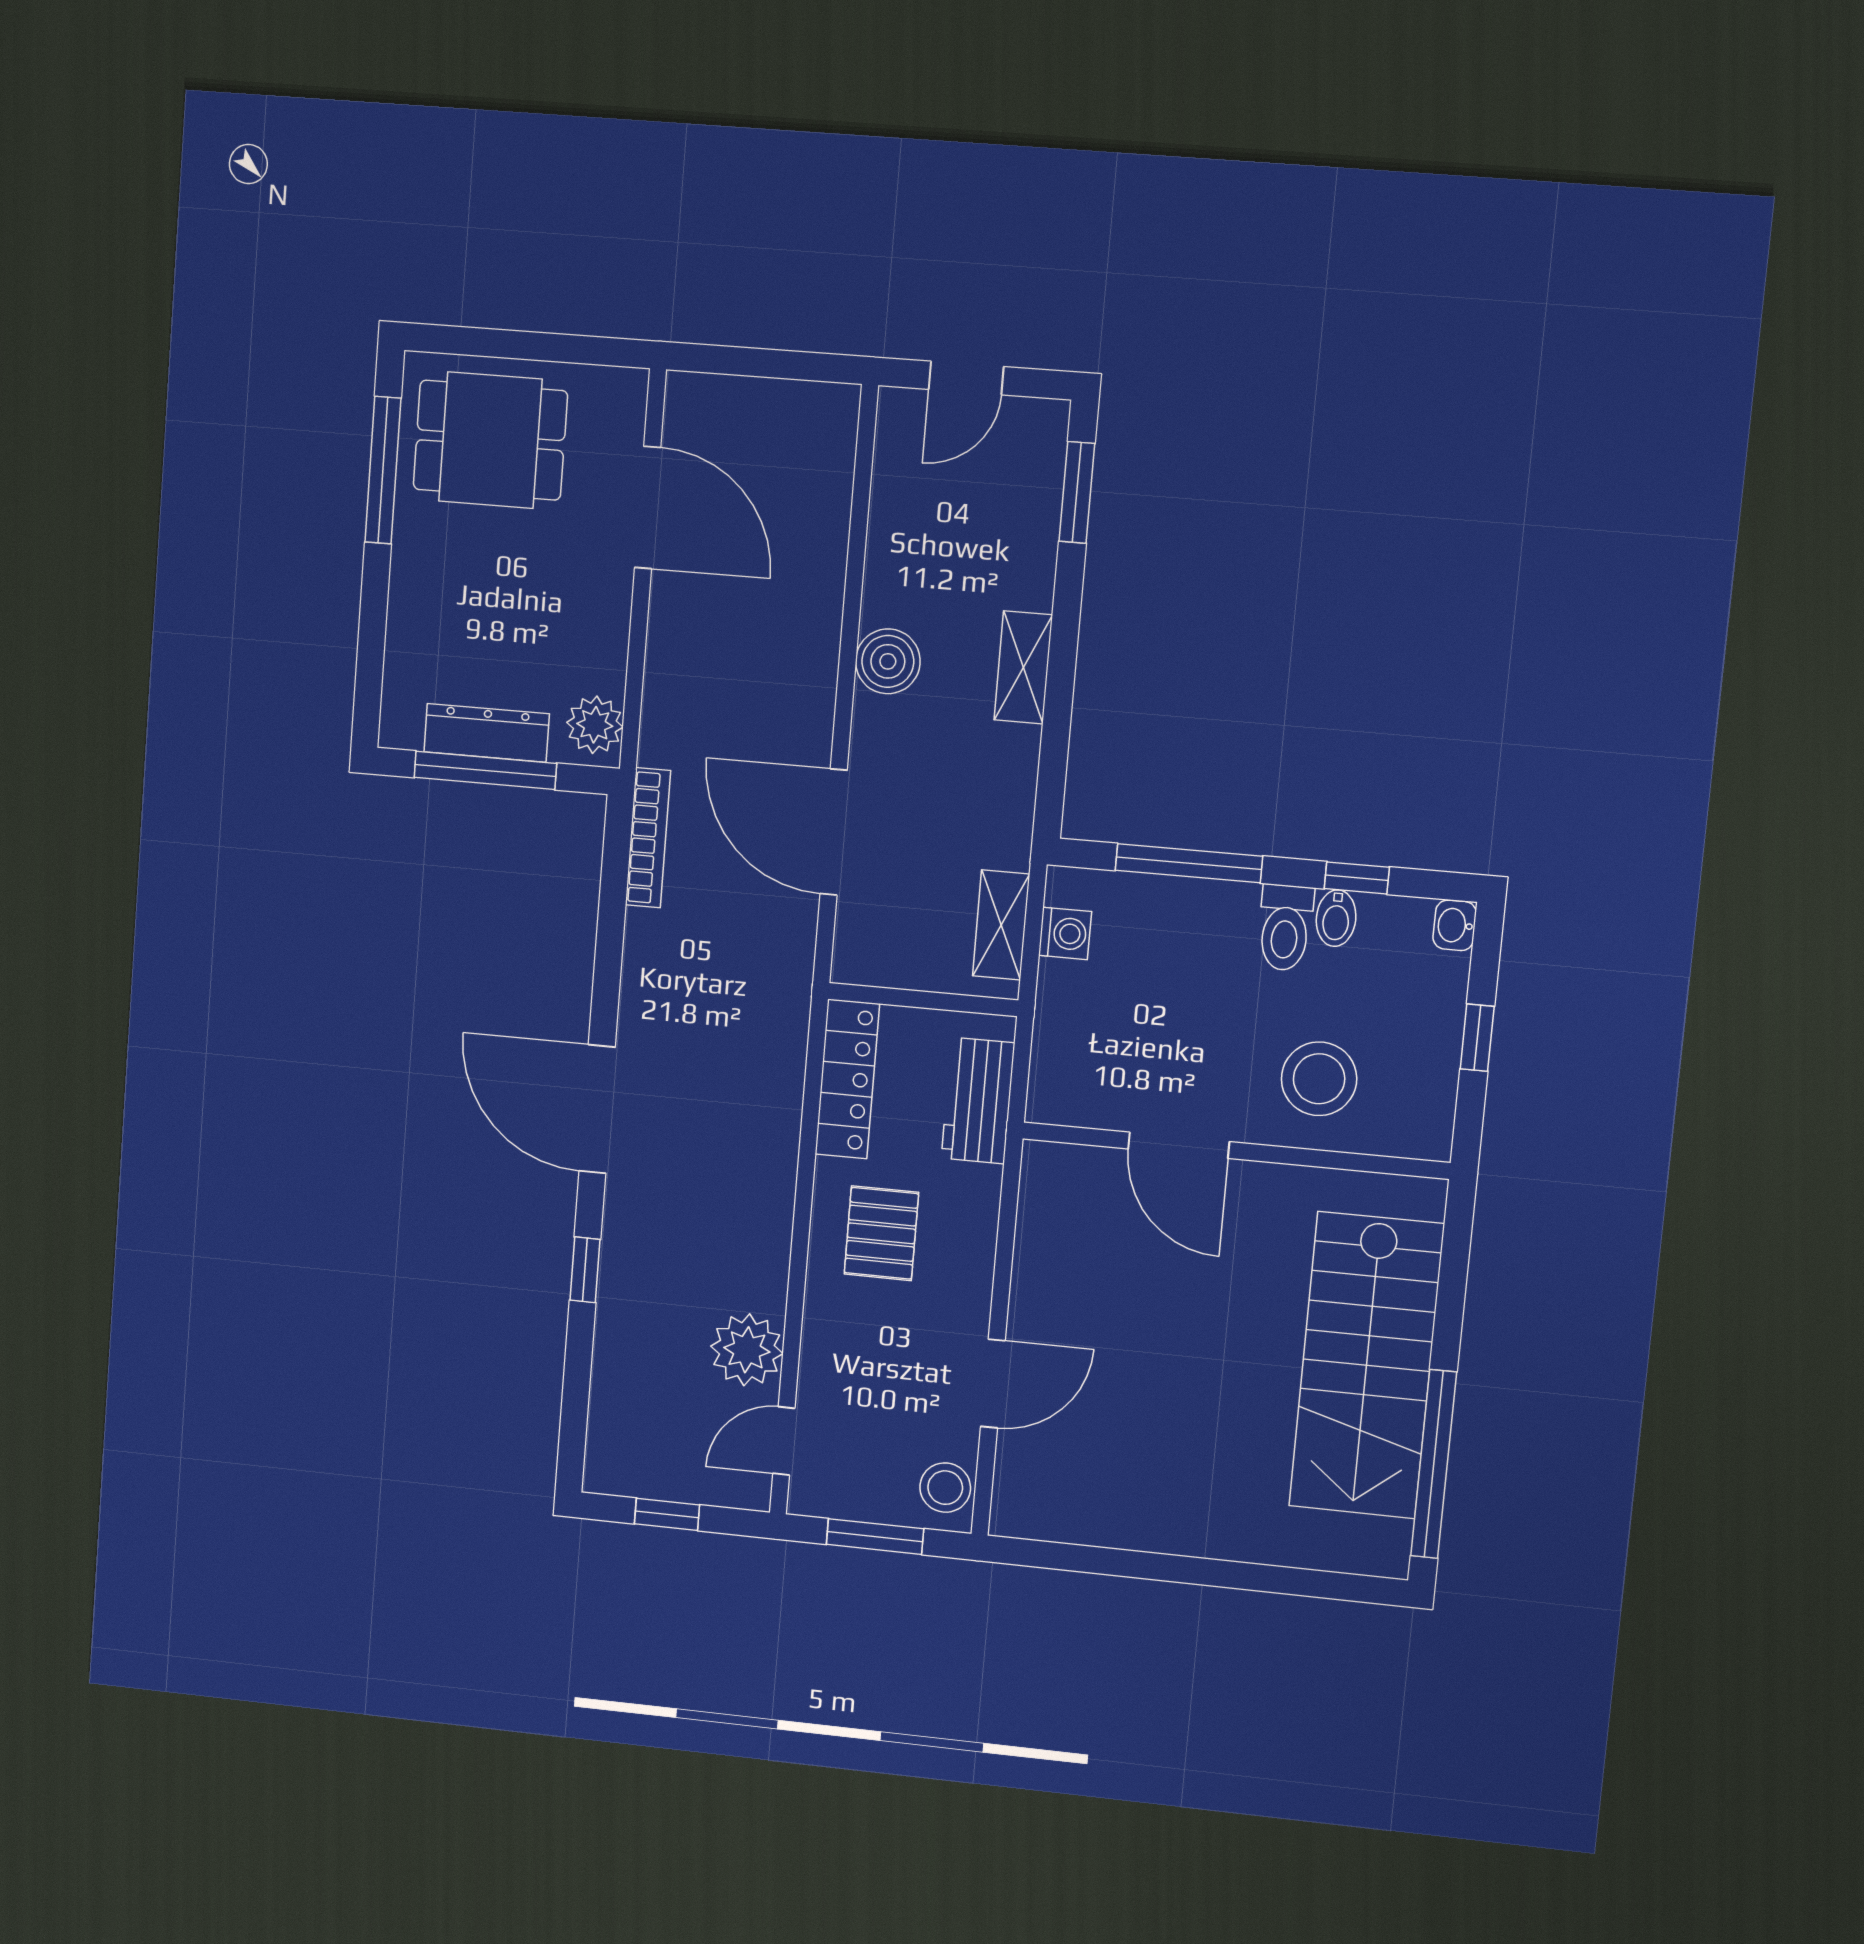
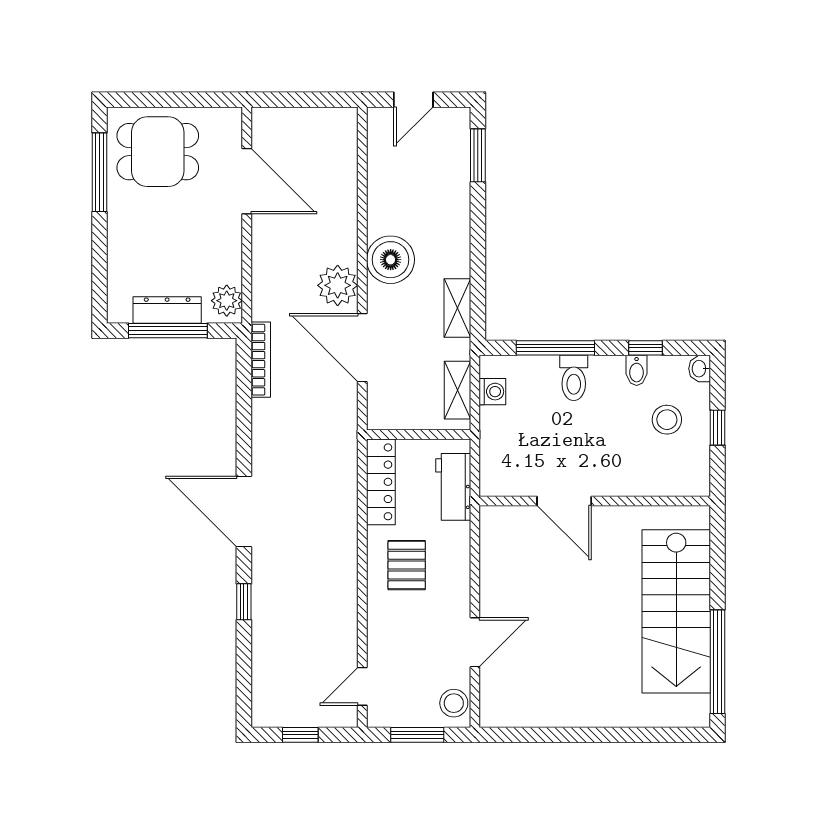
boiler: (888, 661) -> (391, 260), width x1.37, depth x1.37
shelving: (1023, 667) -> (457, 308), moved
toilet: (1285, 928) -> (574, 378), moved
stool: (1319, 1079) -> (667, 420), moved, width x0.73, depth x0.73
plant: (747, 1350) -> (338, 285), moved

